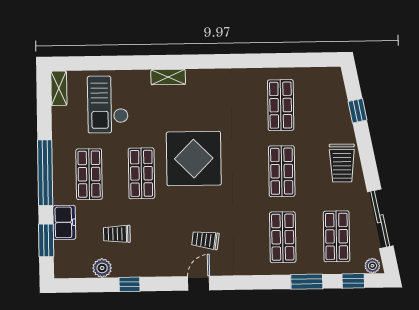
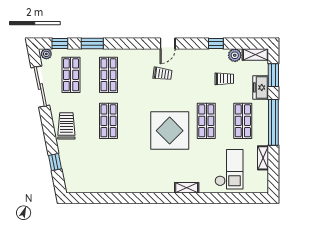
shelving: (59, 88) -> (263, 158), moved
shop shelf: (281, 105) -> (109, 167), removed
shelving: (73, 270) -> (255, 54), added

